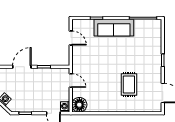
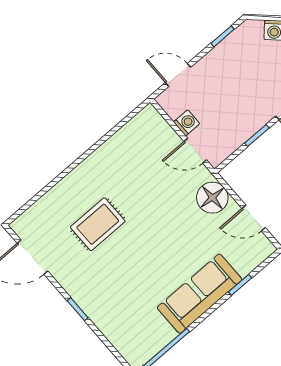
rug: (129, 84) -> (98, 224), turned 90
floor lamp: (79, 105) -> (212, 198), moved
washing machine: (65, 106) -> (187, 123), moved

